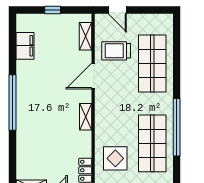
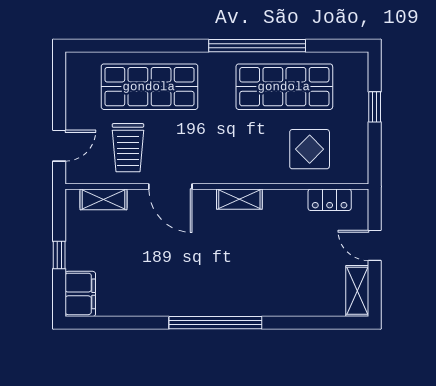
filing cabinet: (25, 46) -> (80, 294), moved, turned 90

